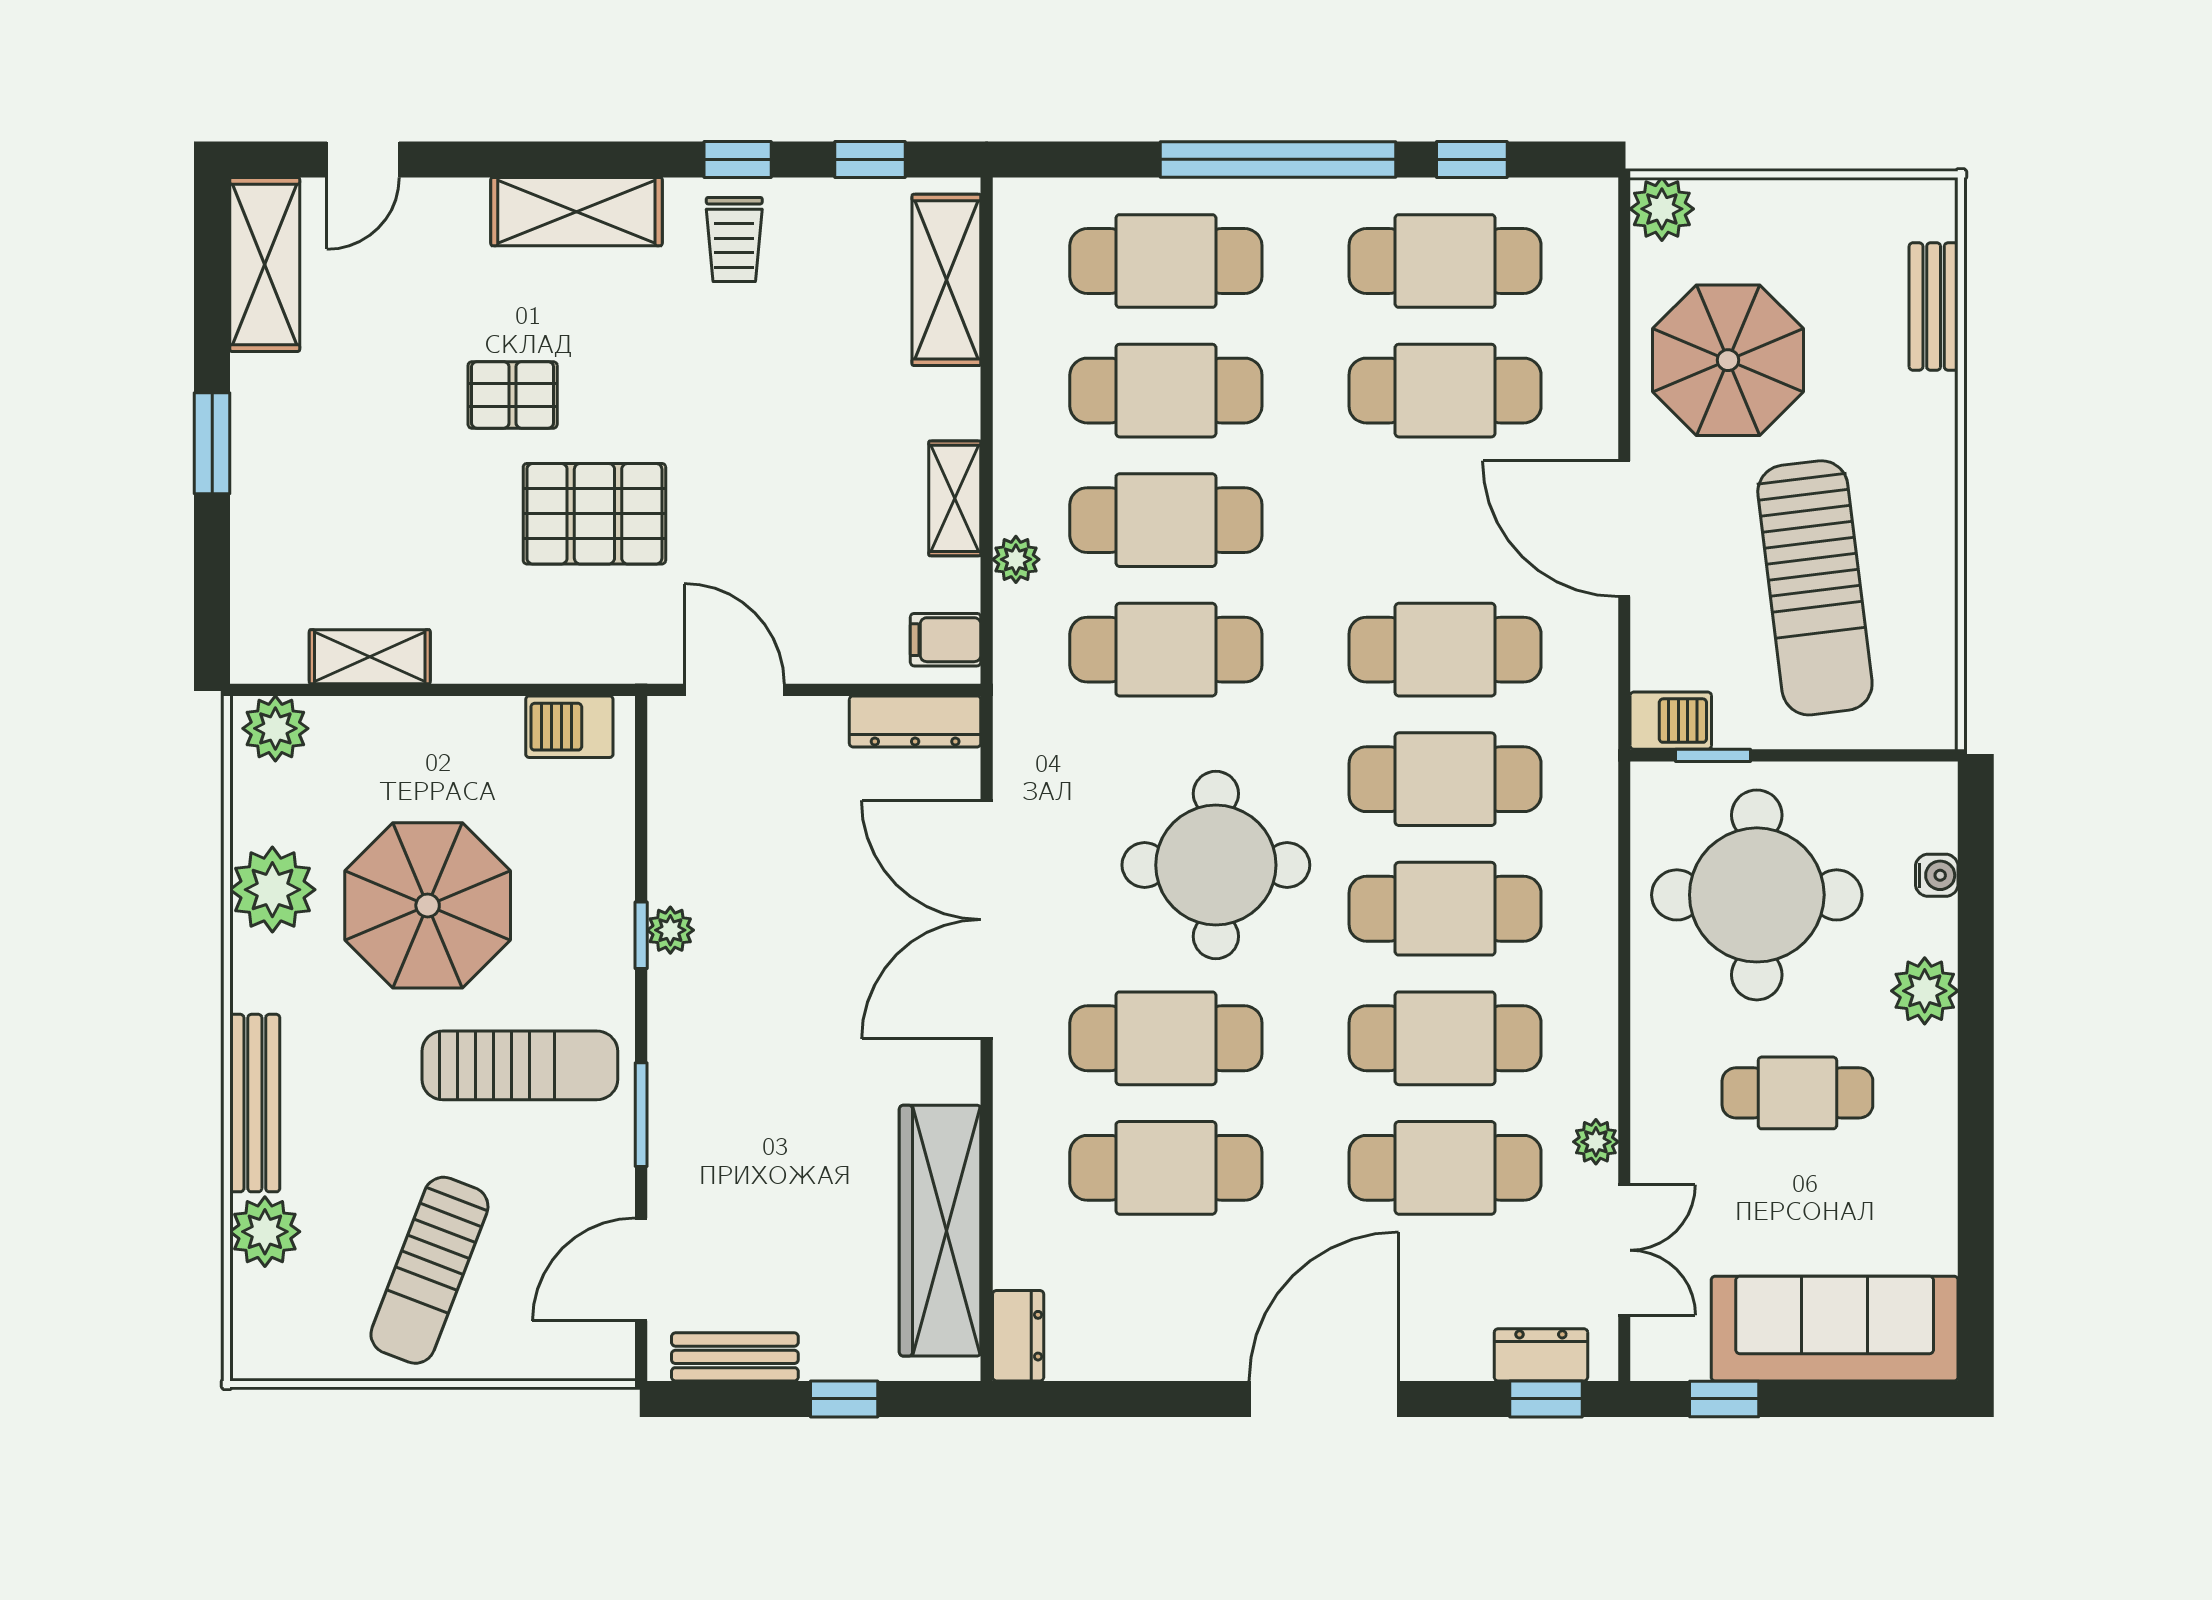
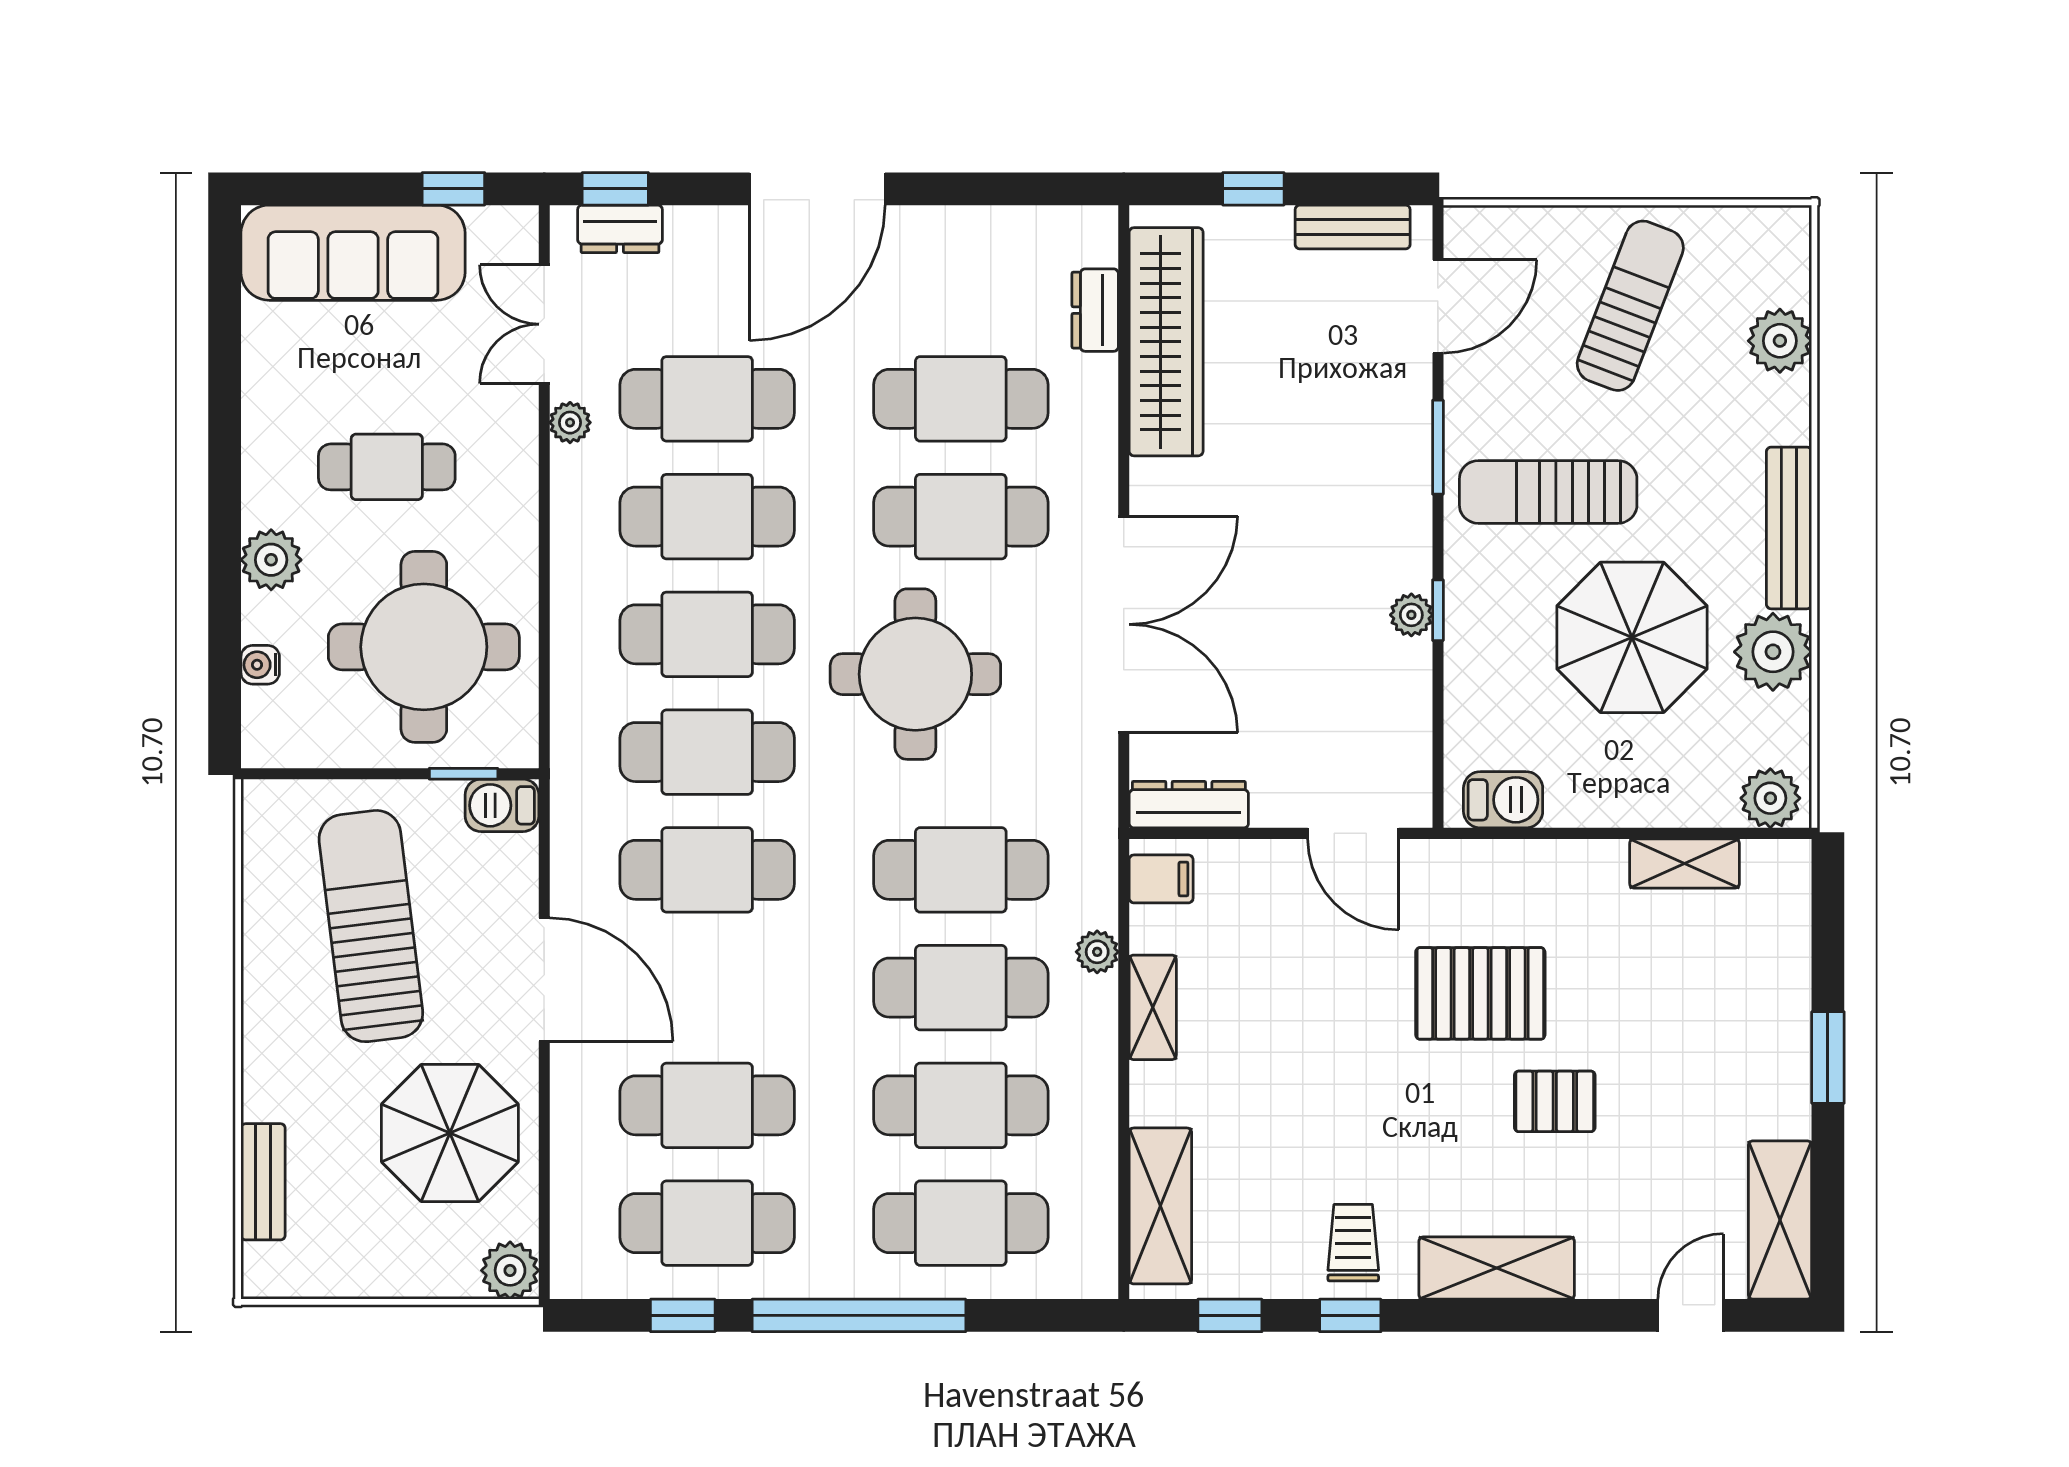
bench: (255, 1103) -> (1789, 528), moved
dresser: (1018, 1336) -> (1095, 310), moved

